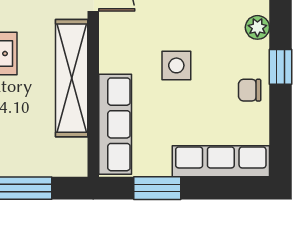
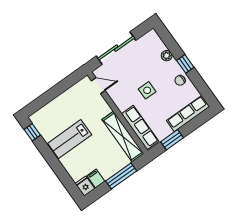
shelving: (72, 78) -> (123, 137), moved

